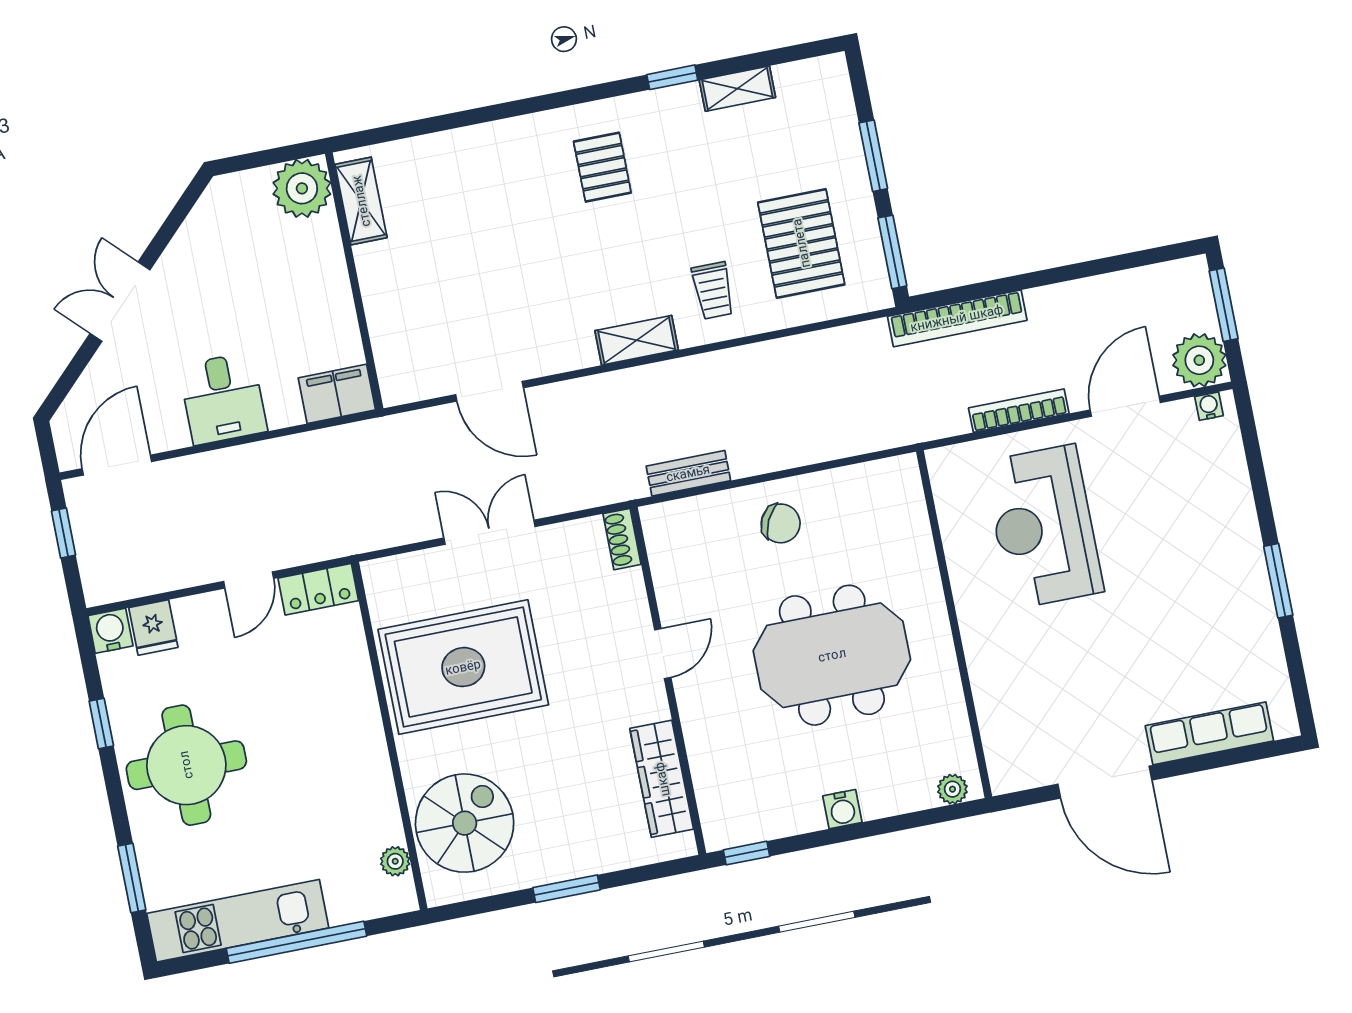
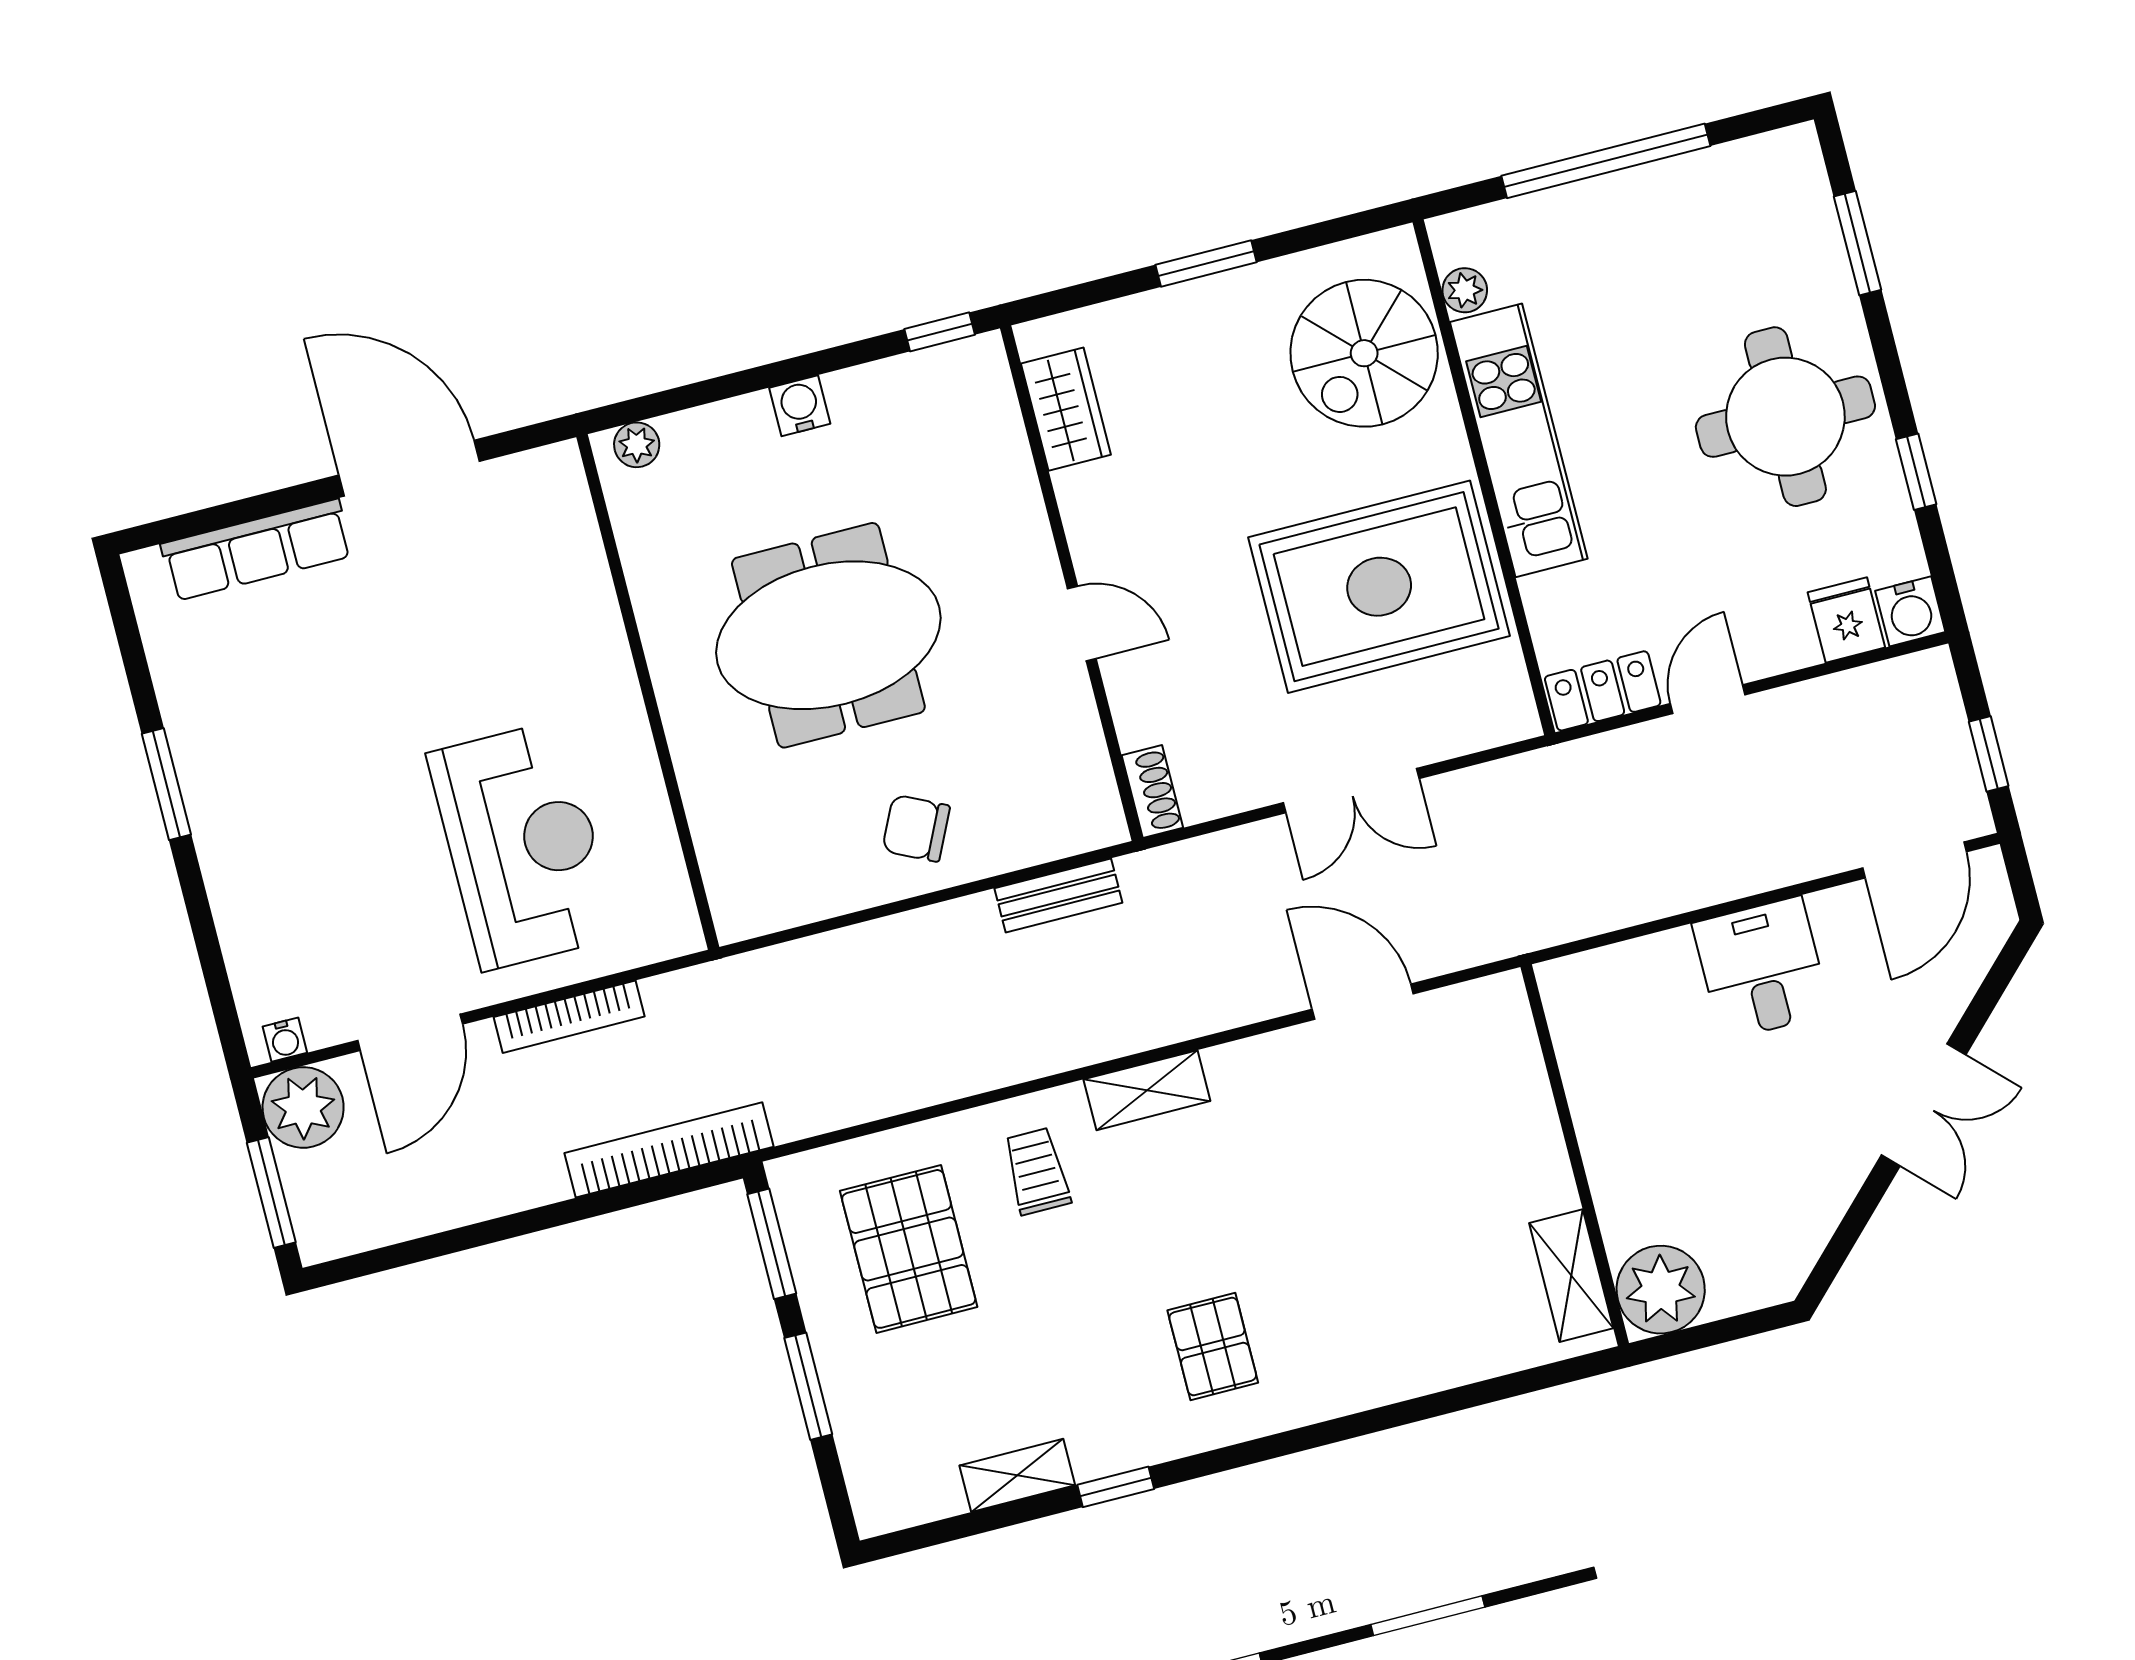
filing cabinet: (337, 394) -> (1591, 985), removed
door: (663, 654) -> (1082, 623), swing flipped
wardrobe: (662, 779) -> (1066, 409), width x0.67
kitchen unit: (238, 921) -> (1519, 440), moved, turned -90

